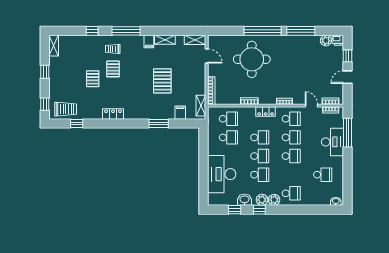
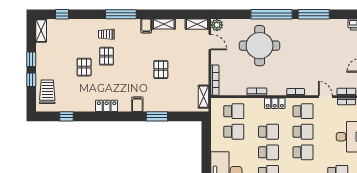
window: (92, 31) -> (62, 14), moved
plant: (326, 41) -> (217, 25), moved
pallet: (162, 81) -> (161, 70), width x0.67, depth x0.71
window: (45, 104) -> (31, 80), moved
trolley: (66, 109) -> (47, 92), moved, turned -90
filing cabinet: (180, 113) -> (137, 104), moved

